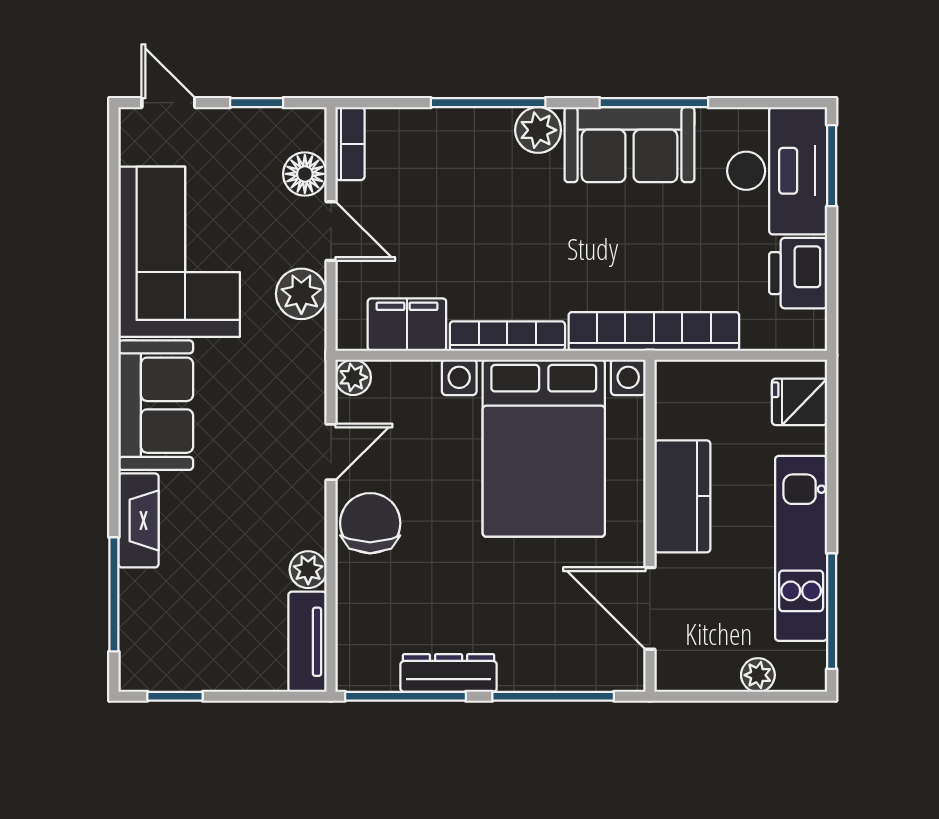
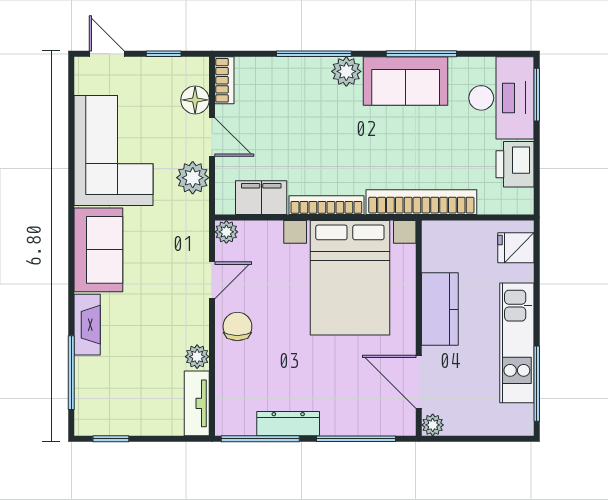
chair: (370, 523) -> (237, 326), width x0.73, depth x0.73
plant: (758, 675) -> (433, 425), moved

